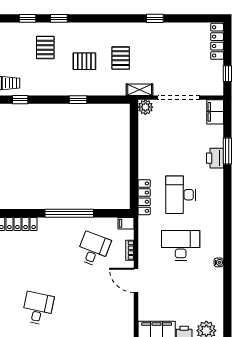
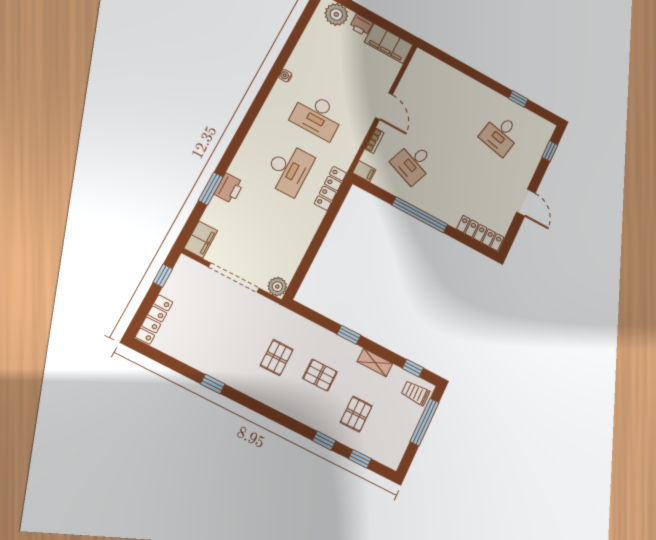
shelving: (140, 90) -> (375, 362), moved

